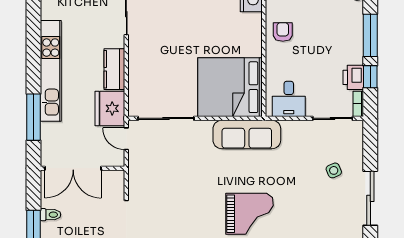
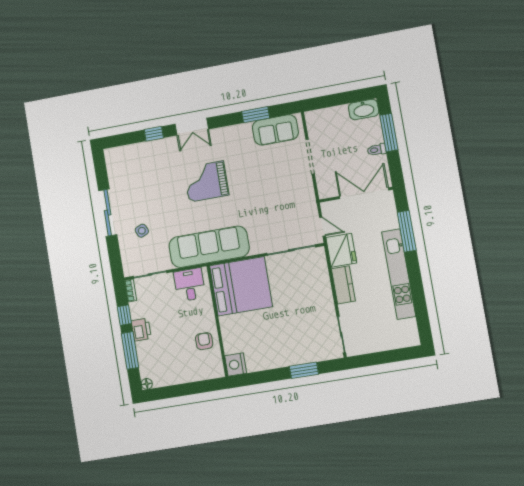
armchair: (283, 32) -> (204, 341), turned 180
printer: (353, 77) -> (141, 330), moved
sofa: (247, 134) -> (209, 247), width x1.36, depth x1.27

